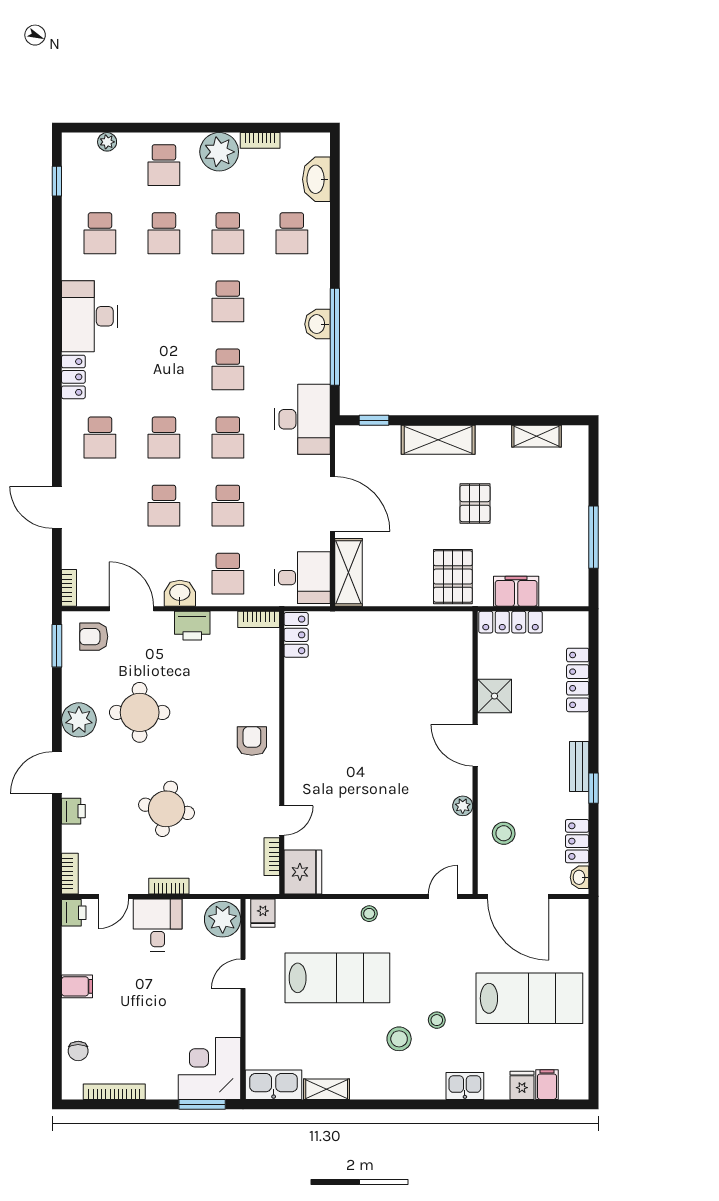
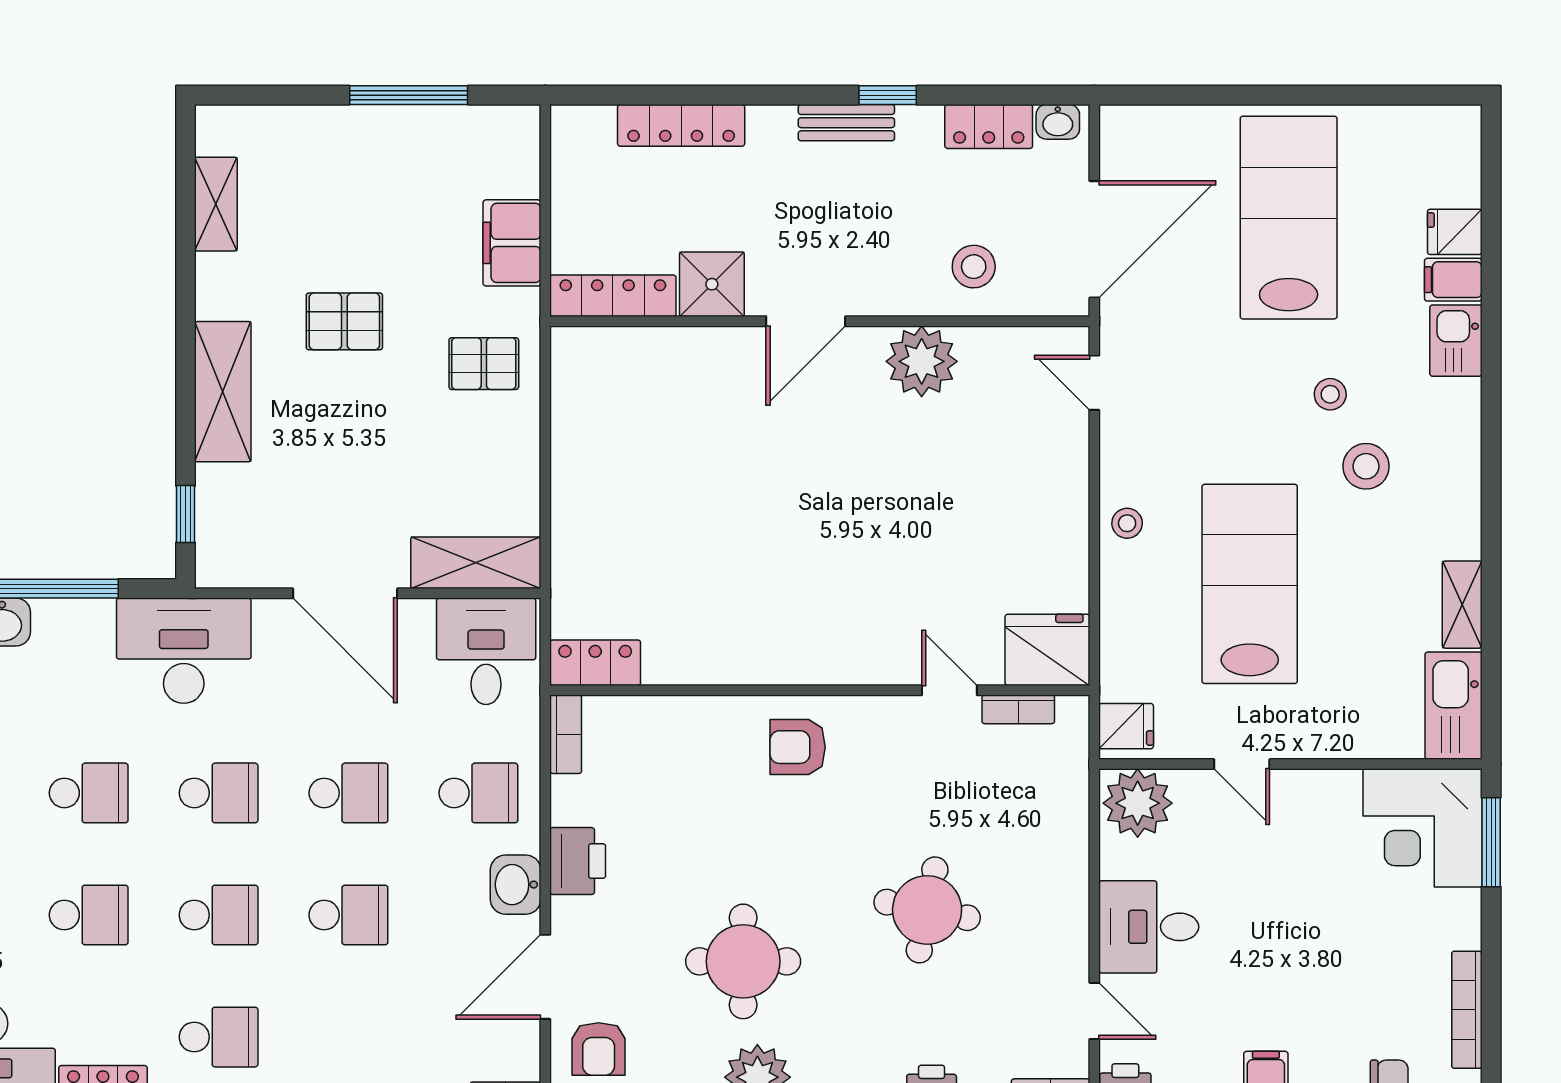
school desk: (164, 369) -> (89, 915), added
door: (332, 504) -> (345, 593), swing flipped
pallet: (453, 577) -> (484, 364), width x0.67, depth x0.71
locker: (511, 622) -> (613, 296), moved, turned -90
plant: (463, 806) -> (922, 361), width x1.87, depth x1.87
bookcase: (169, 886) -> (1074, 905), removed
filing cabinet: (547, 1085) -> (1453, 280), moved

